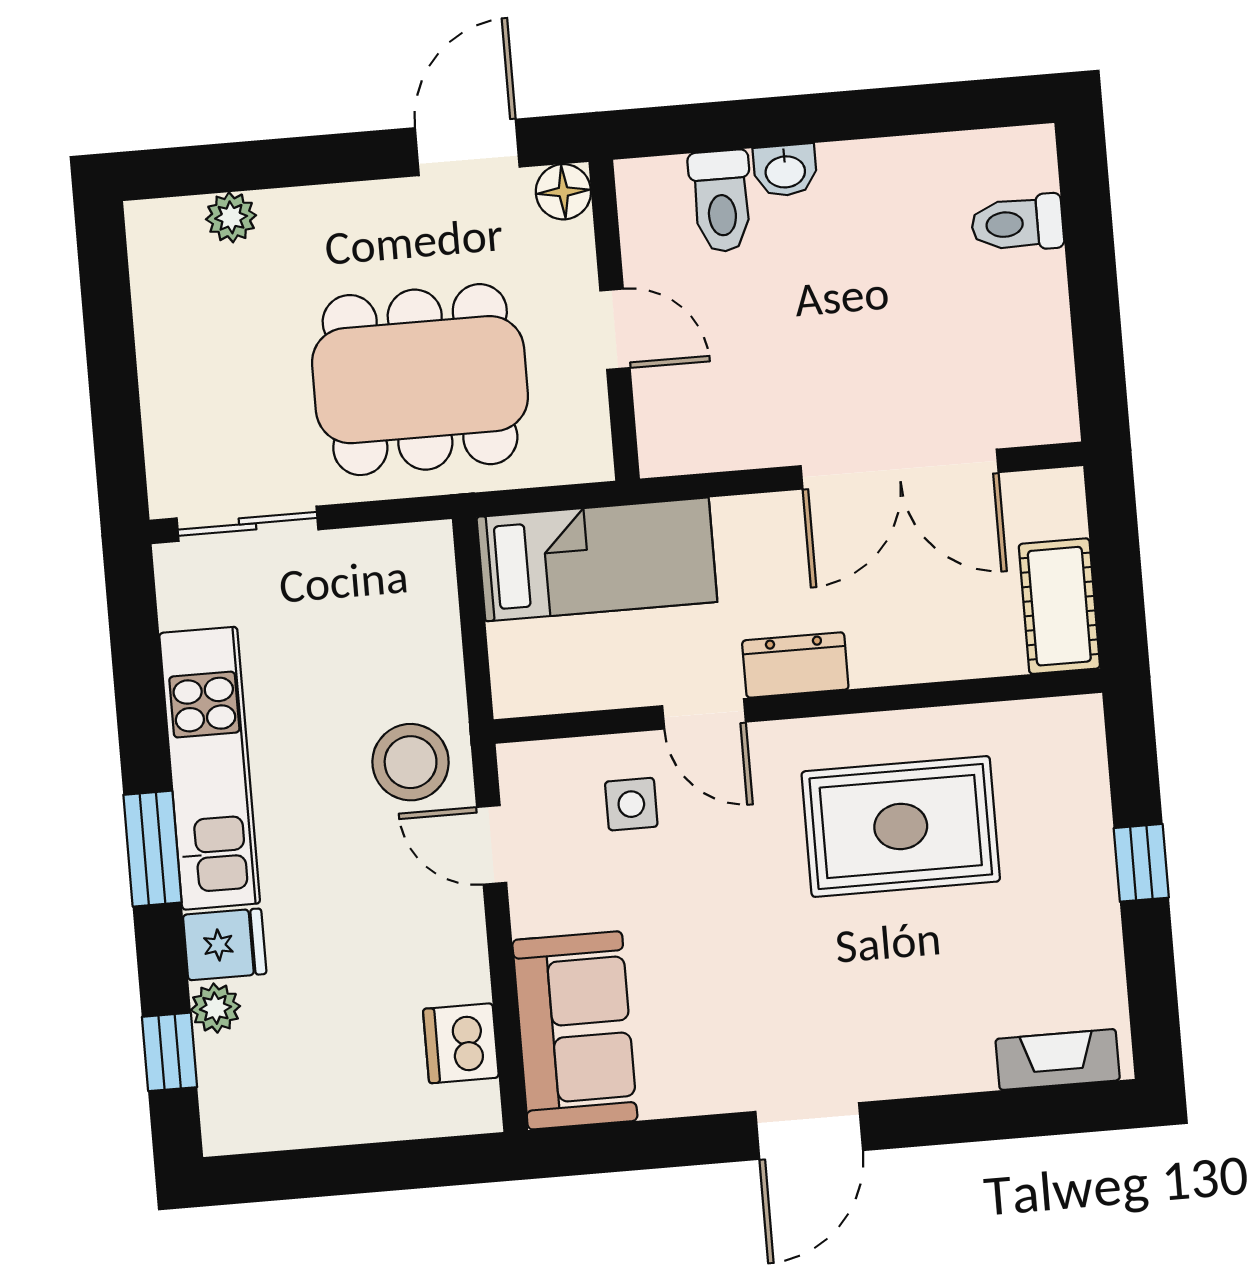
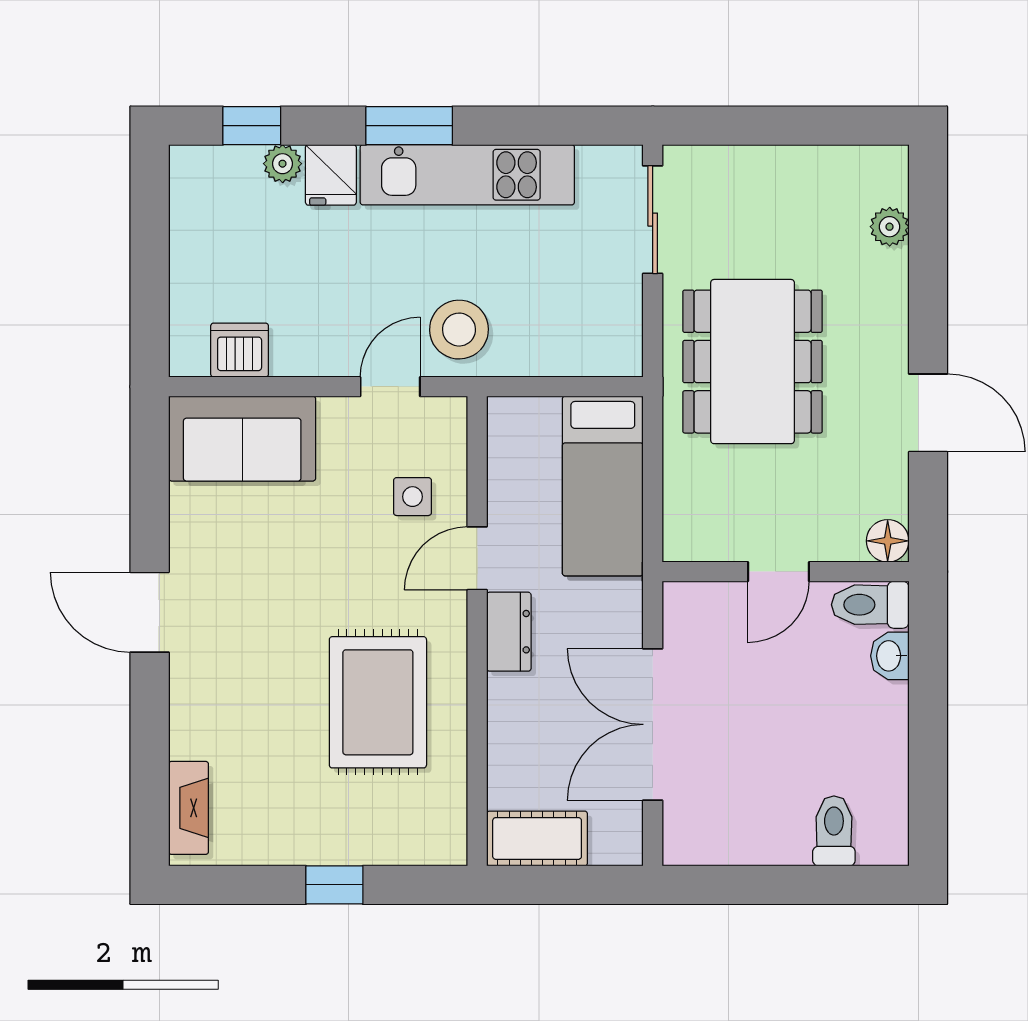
floor lamp: (563, 192) -> (888, 541), moved
wall: (614, 320) -> (786, 572), moved
door: (615, 329) -> (779, 572), moved

